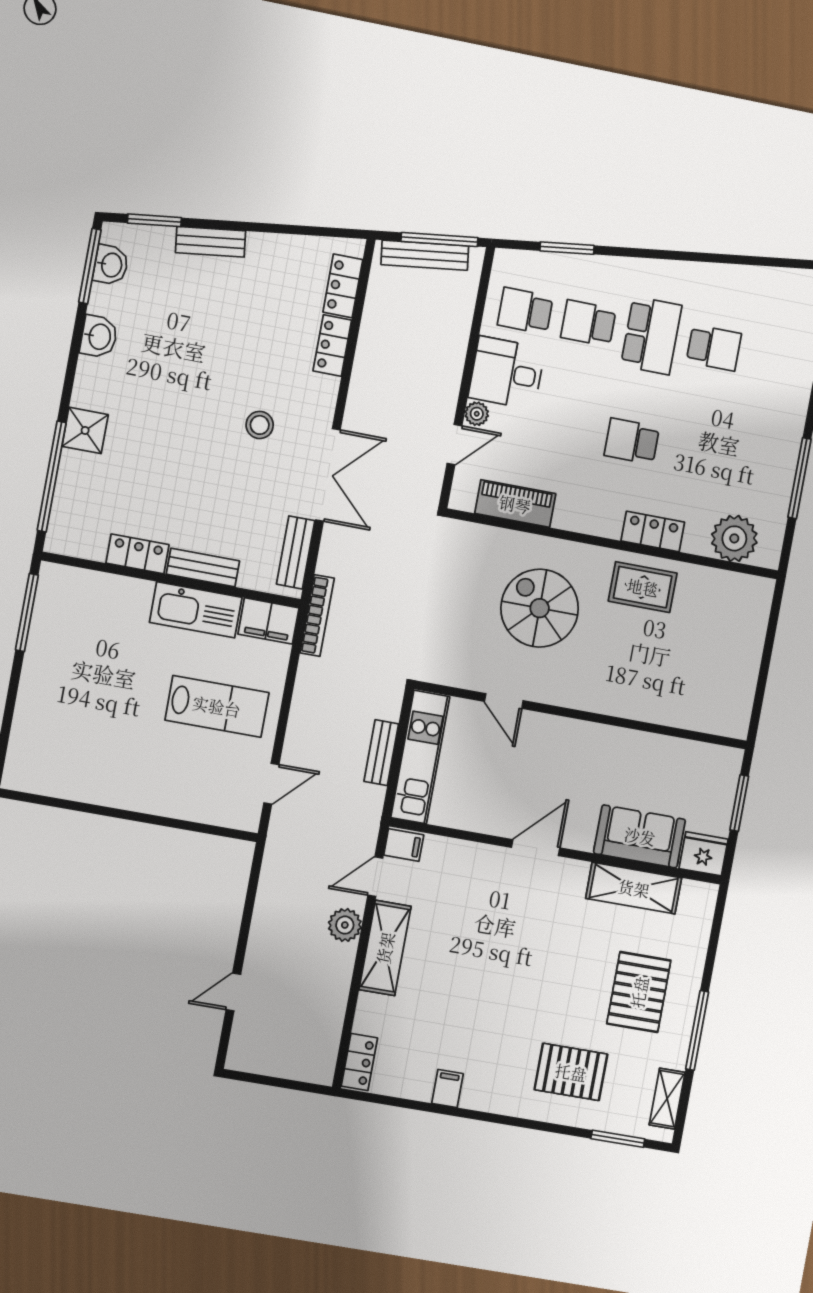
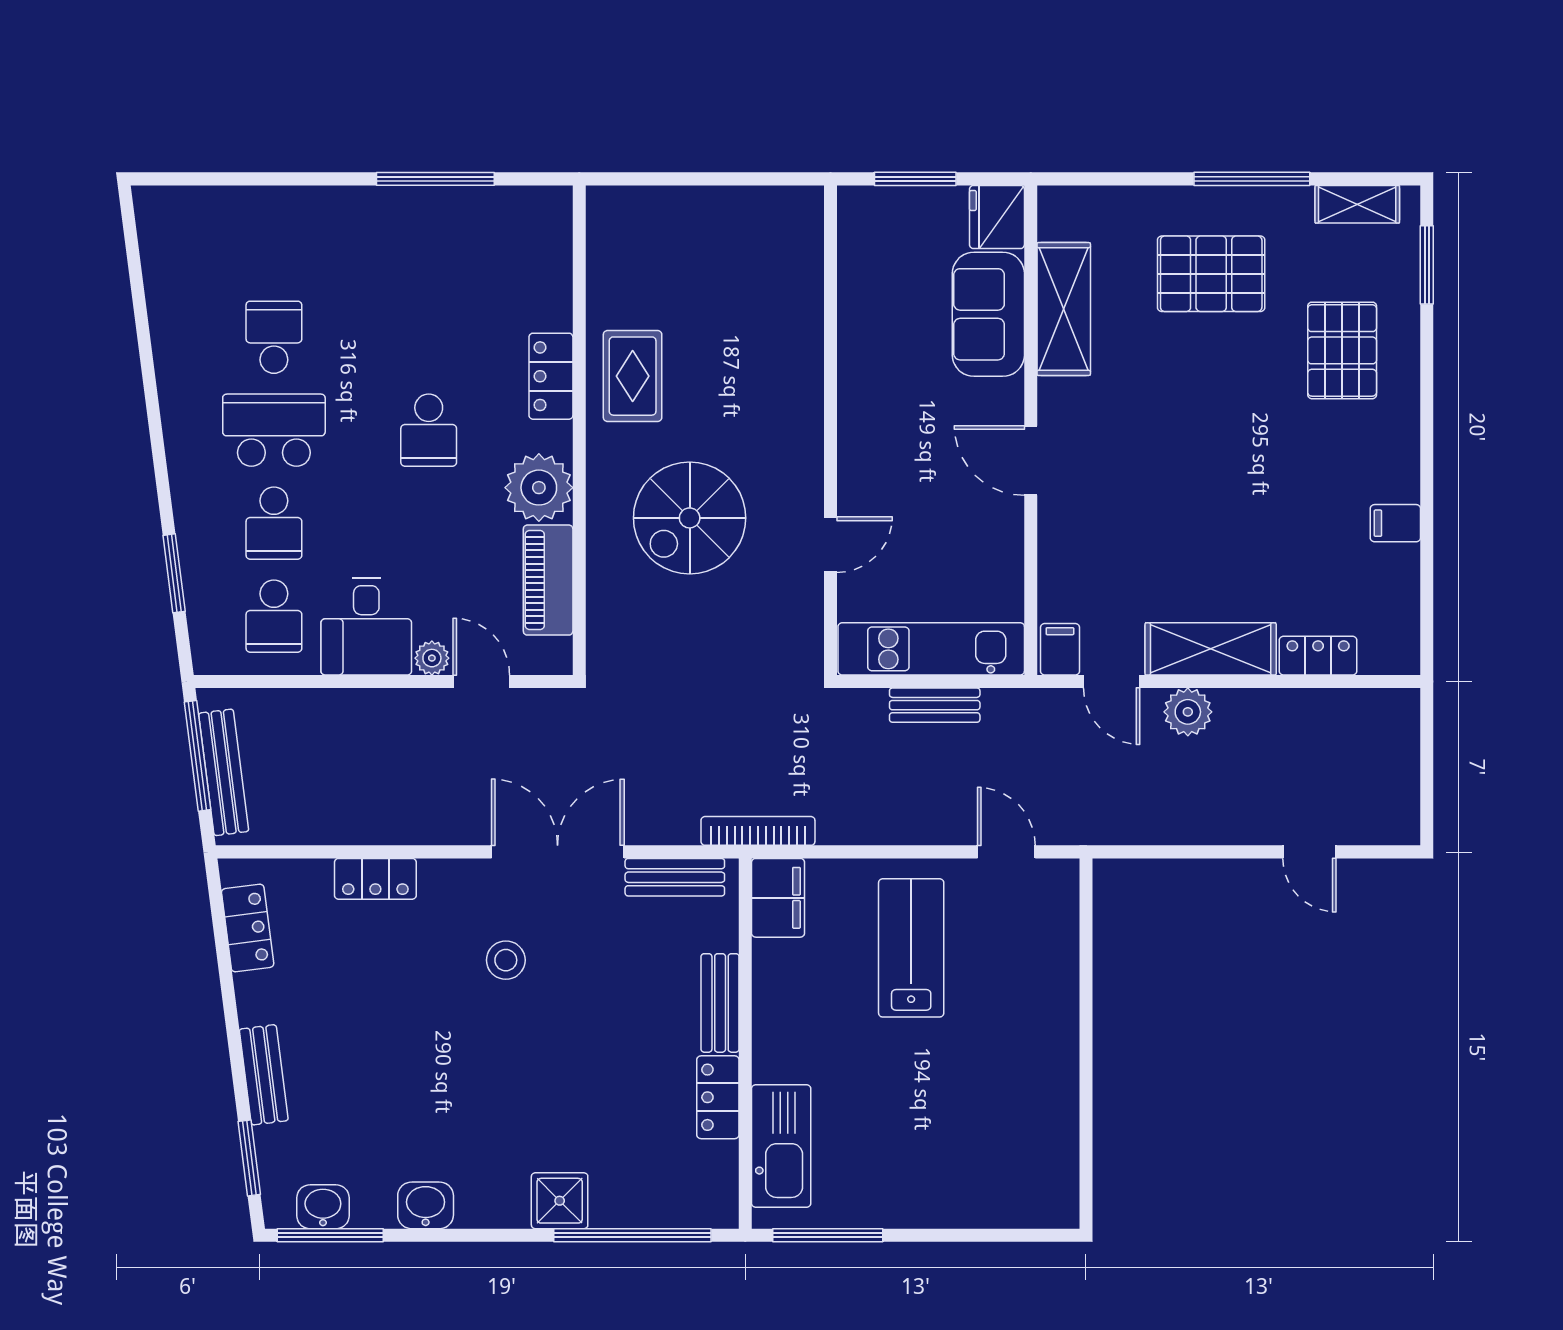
locker: (343, 286) -> (248, 928), moved, turned -97
plant: (734, 538) -> (539, 488), moved
kitchen sink: (196, 610) -> (781, 1146), moved
locker: (359, 1062) -> (1318, 656), moved

